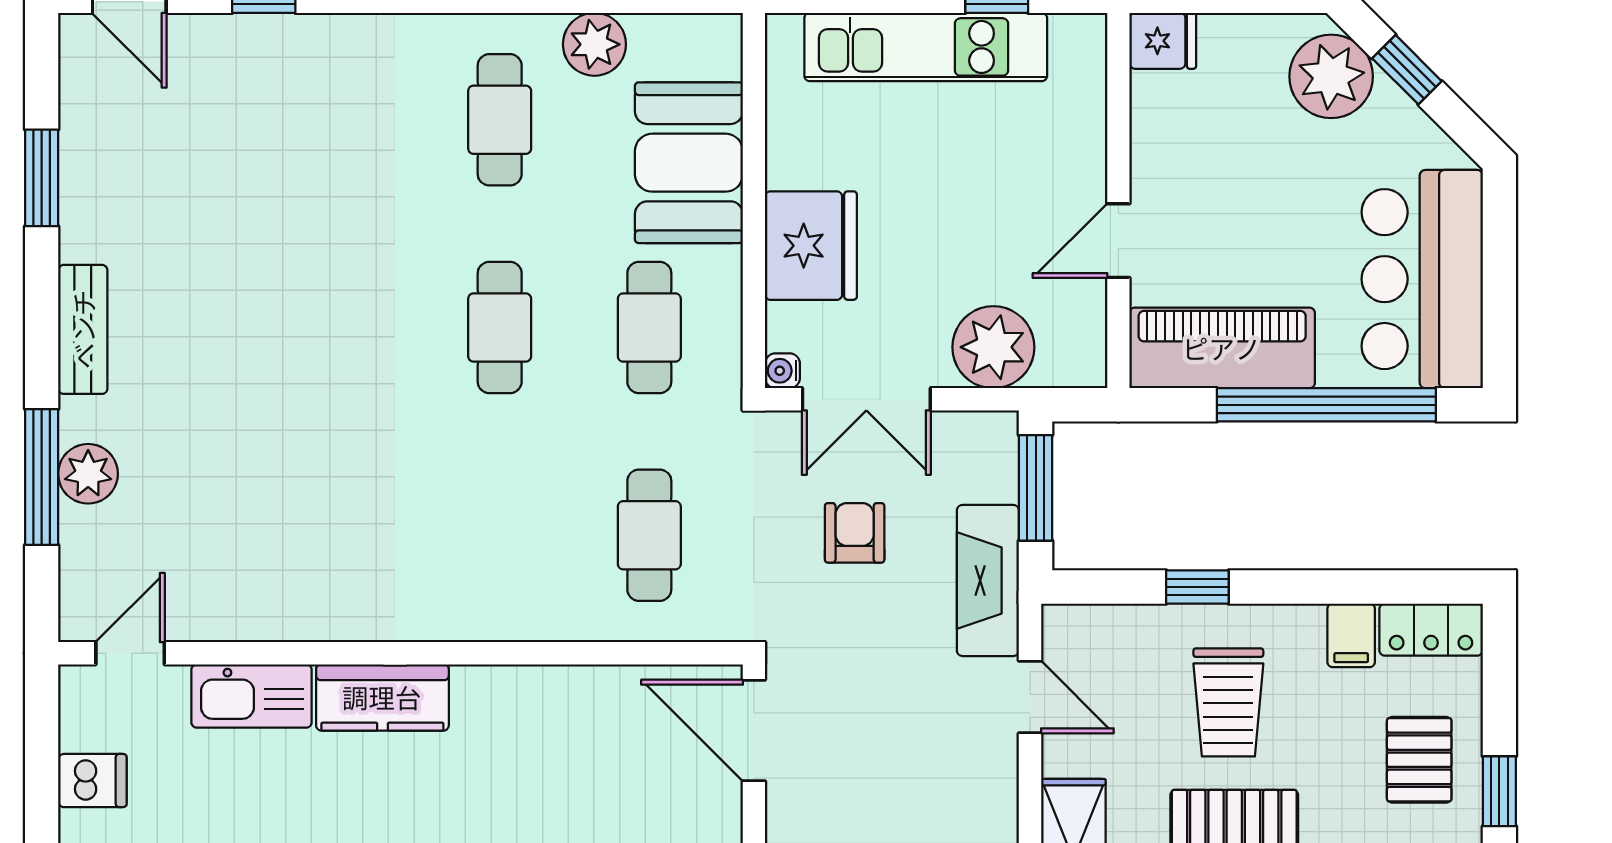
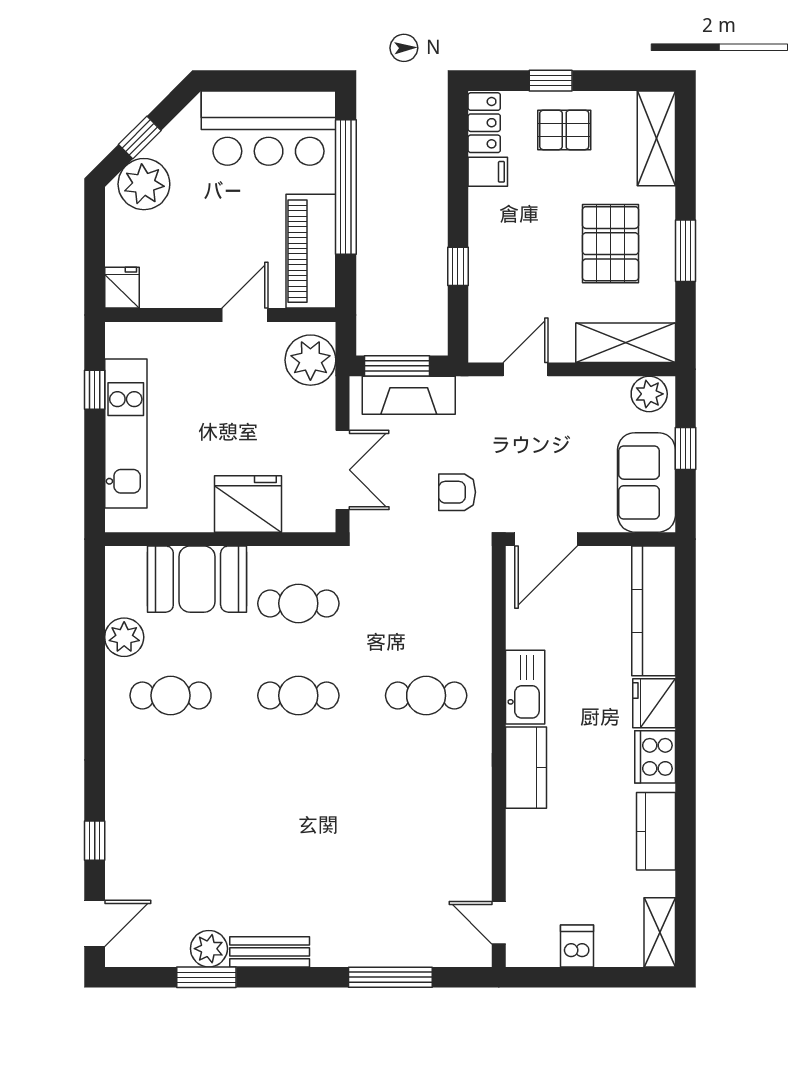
door: (1118, 241) -> (245, 315), swing flipped
bench: (83, 329) -> (270, 952), moved
plant: (993, 347) -> (310, 360), moved
water cooler: (782, 371) -> (325, 522), removed
plant: (88, 474) -> (209, 949), moved
armchair: (855, 533) -> (457, 492), moved
cafe table: (649, 535) -> (426, 696), moved
fireplace: (988, 580) -> (409, 395), moved
kitchen sink: (252, 696) -> (525, 687), moved
trolley: (1228, 702) -> (529, 247), removed
window: (1499, 791) -> (551, 81), moved

